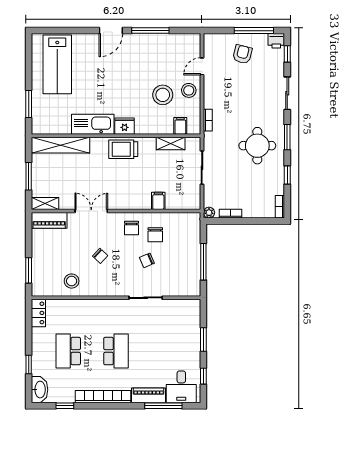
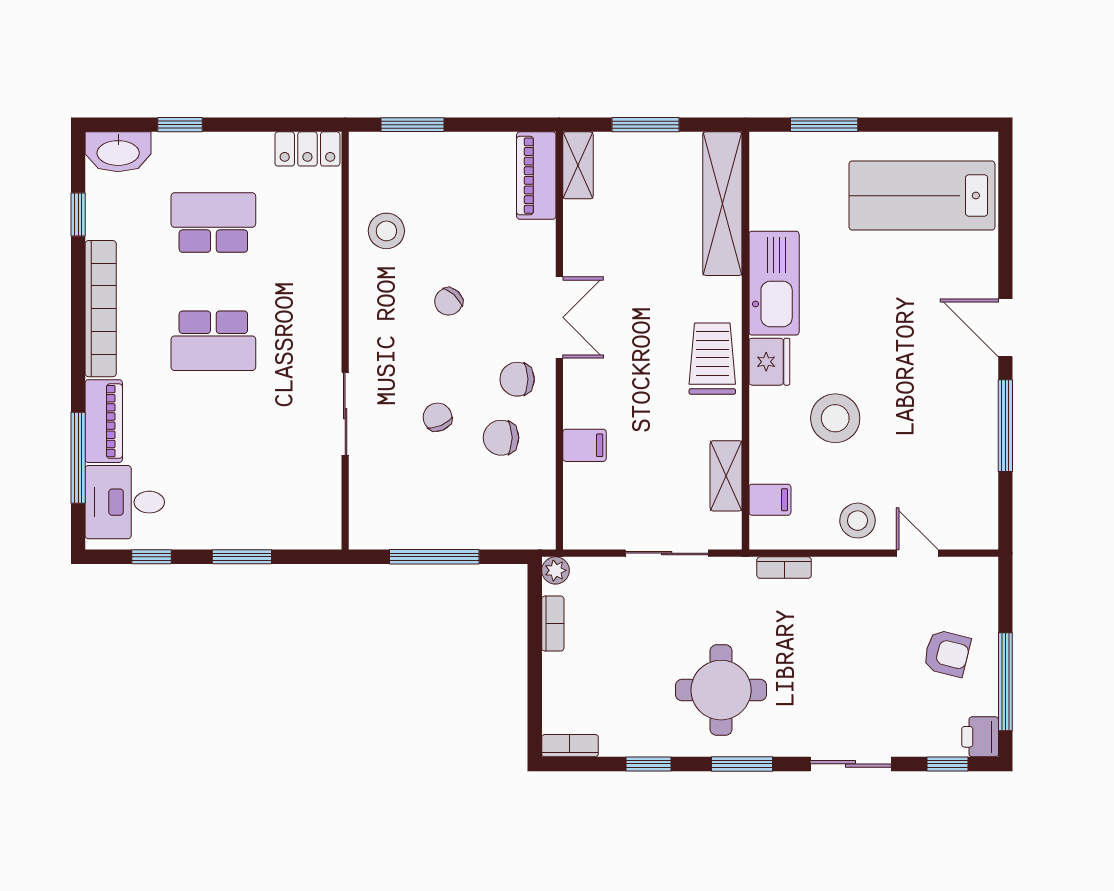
stool: (163, 95) -> (835, 418), moved
double door: (91, 211) -> (559, 317), moved

